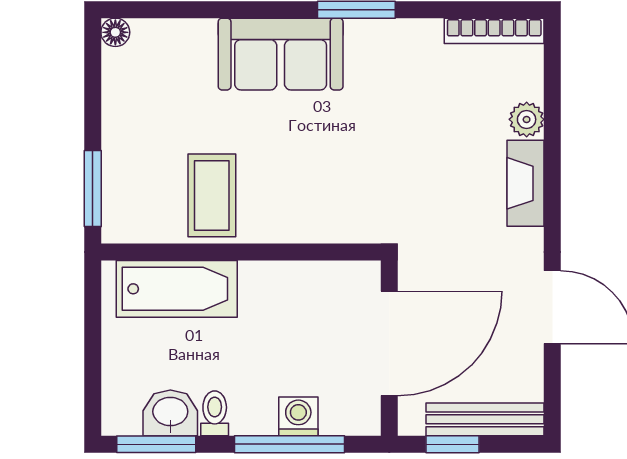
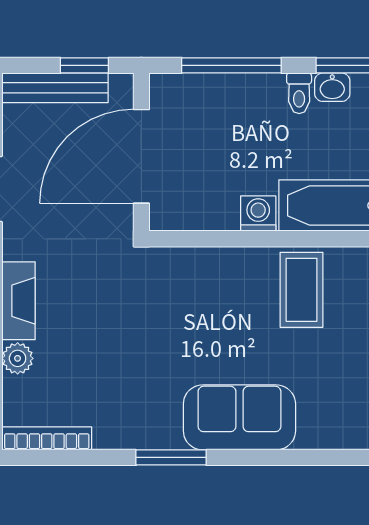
washbasin: (170, 413) -> (332, 87), width x0.72, depth x0.69
washing machine: (298, 416) -> (258, 214), moved, turned 180

